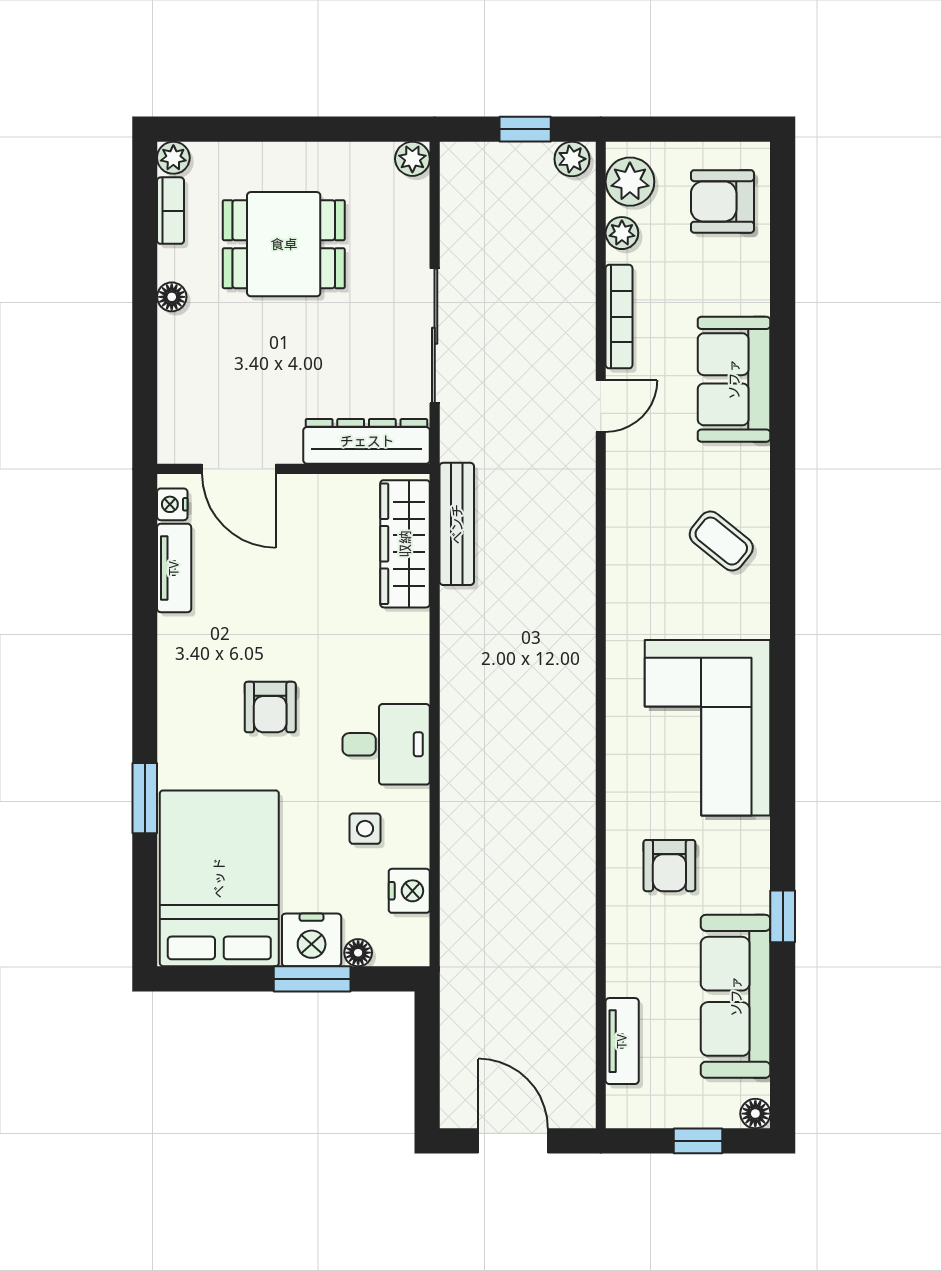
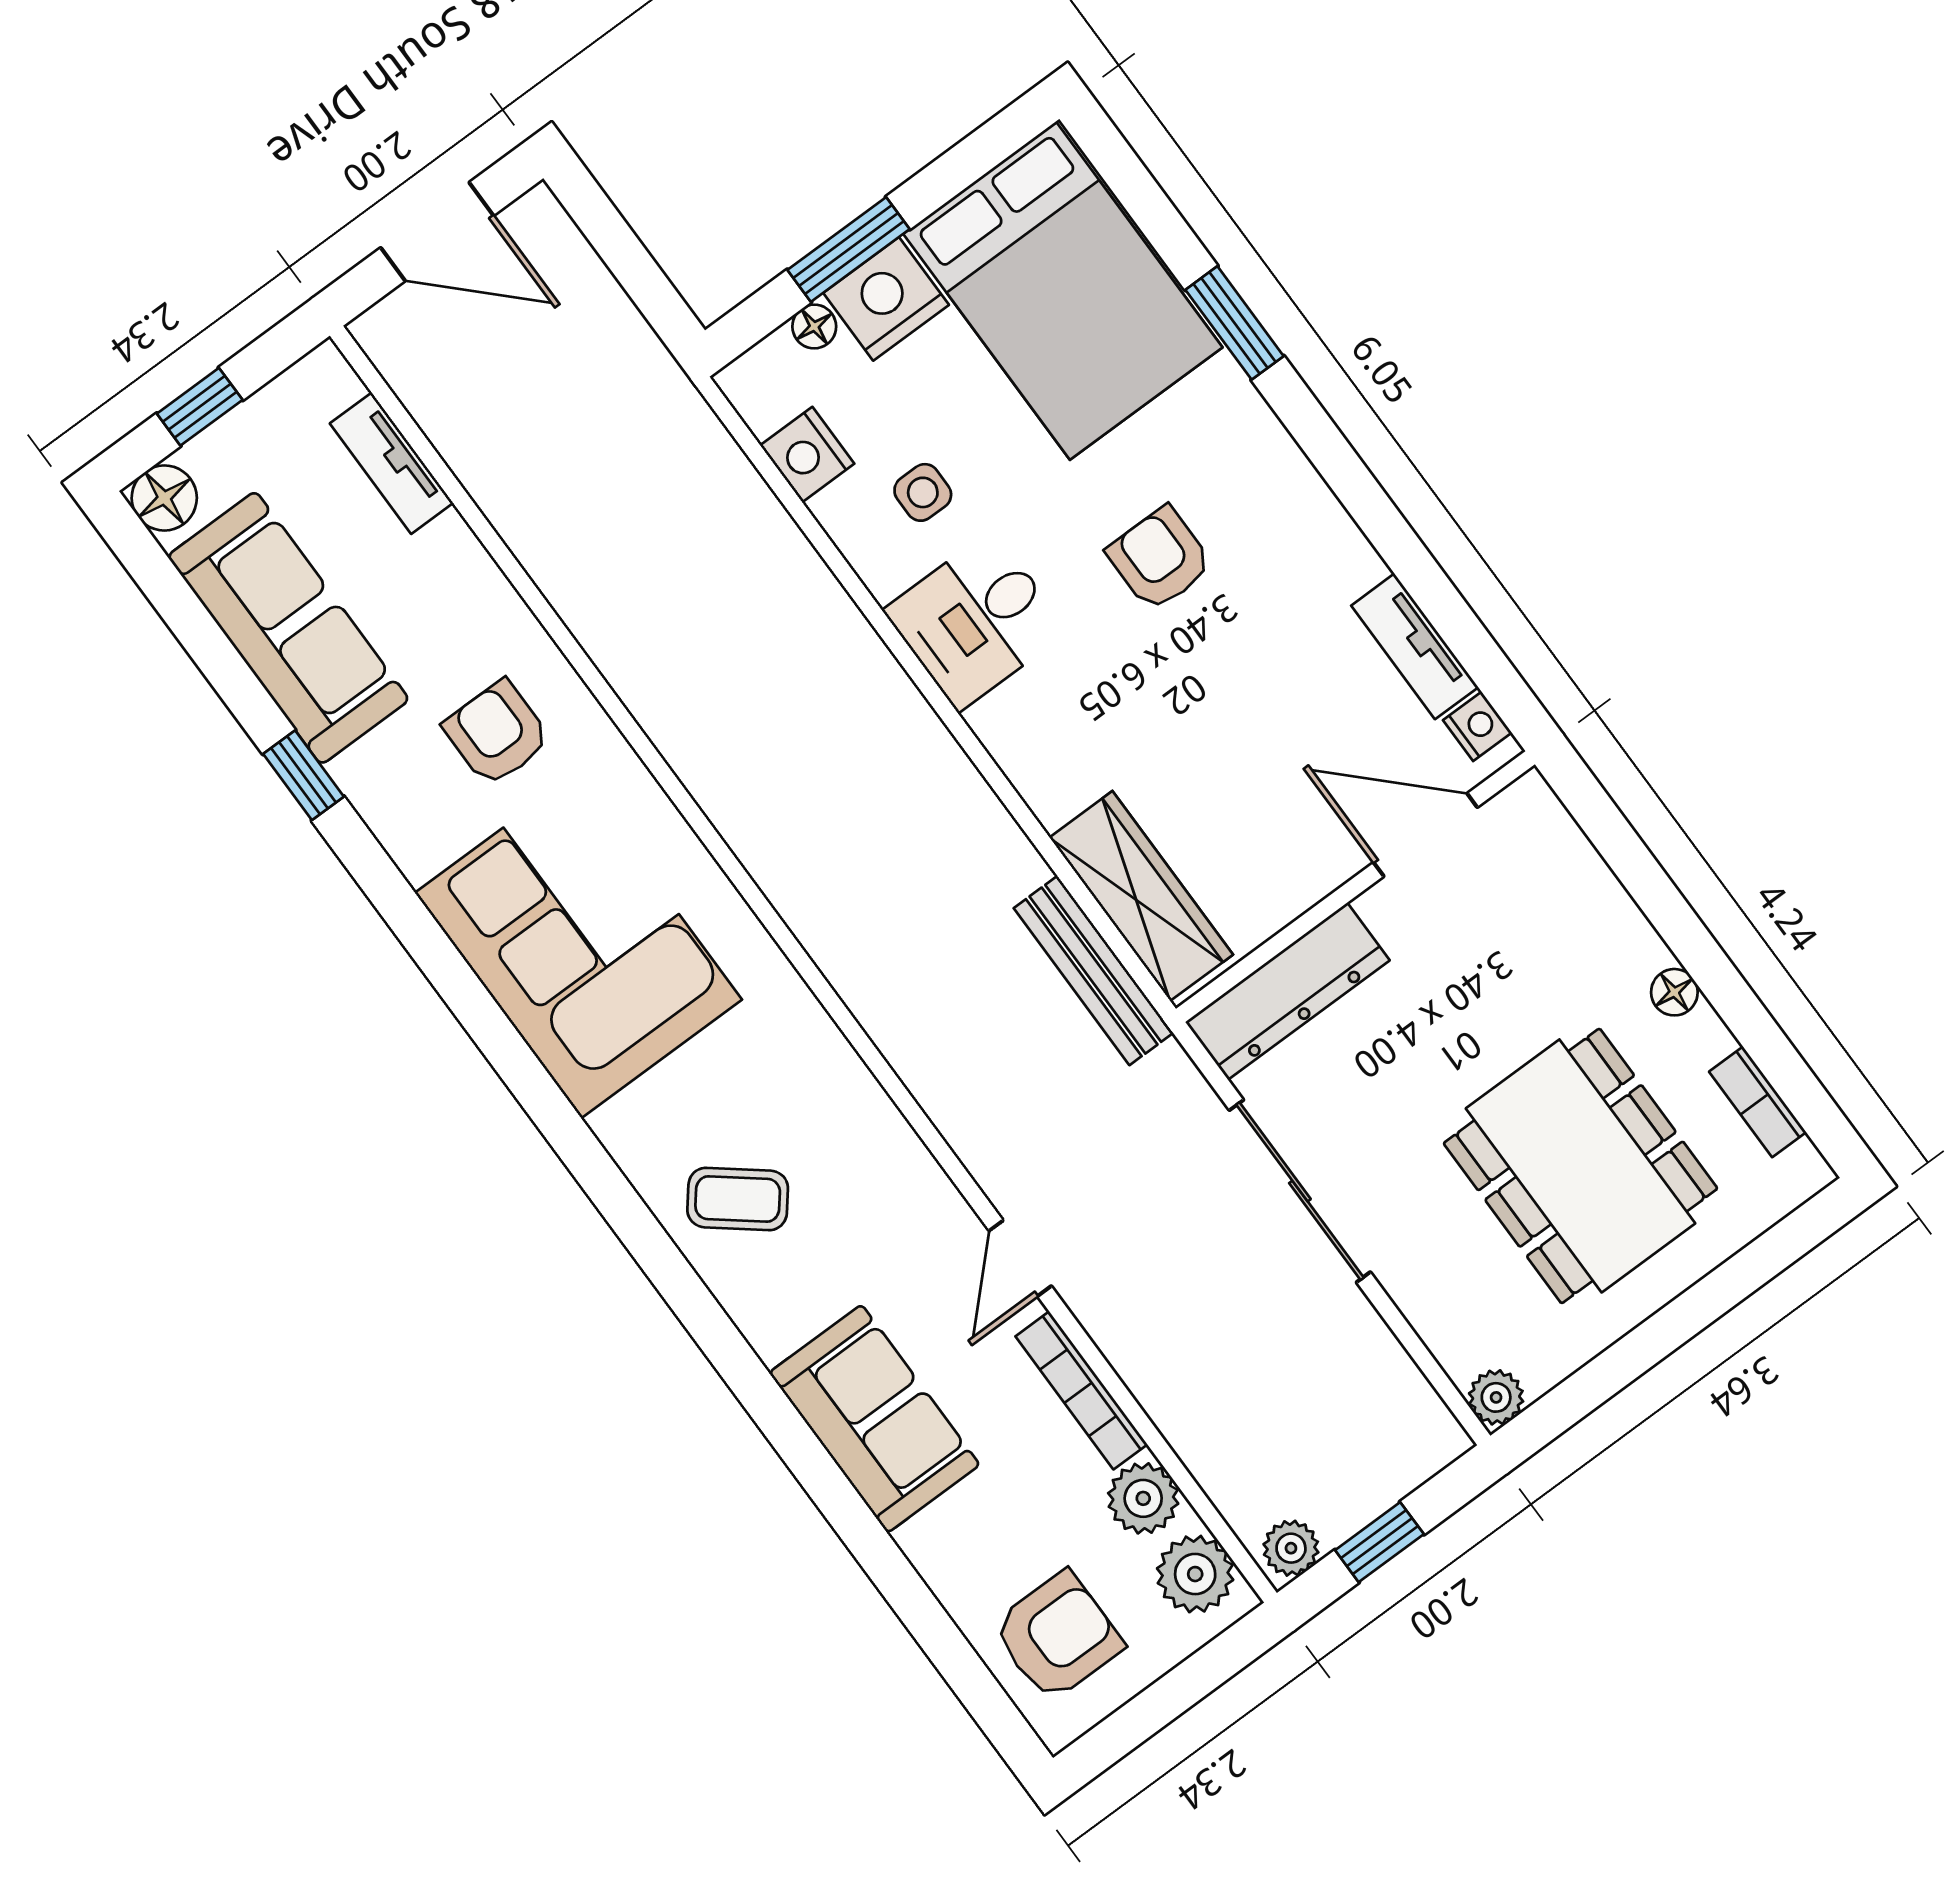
plant: (173, 158) -> (1804, 1172), removed
plant: (622, 233) -> (1143, 1498), width x1.38, depth x1.38
dining table: (284, 244) -> (1581, 1166), width x1.38
floor lamp: (755, 1114) -> (164, 498), width x1.37, depth x1.37

